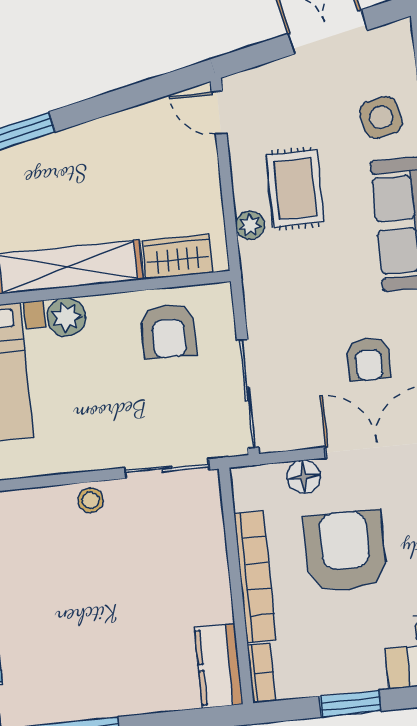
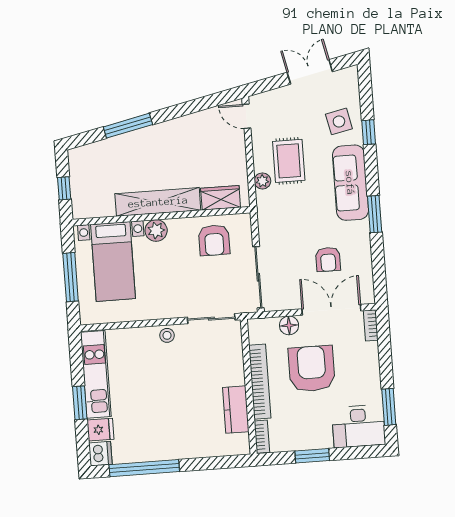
kitchen counter: (219, 666) -> (236, 410), moved

